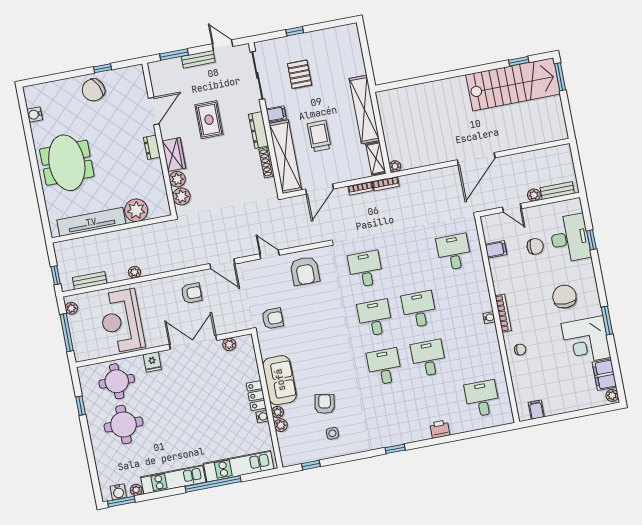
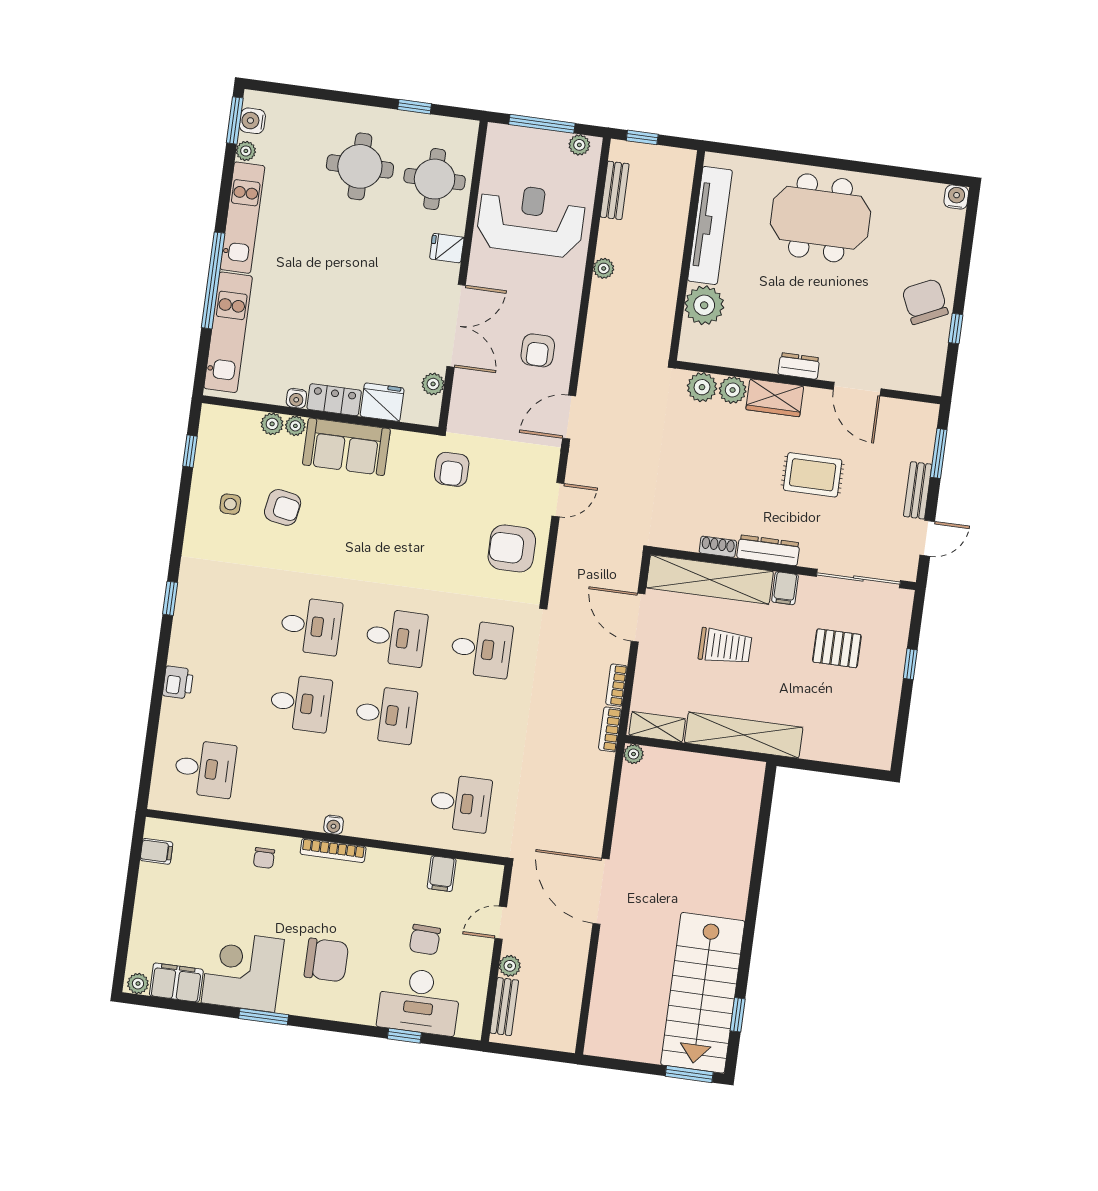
water cooler: (35, 114) -> (956, 197), moved
shoe rack: (267, 163) -> (718, 547), width x0.70
fridge: (249, 369) -> (382, 402), added

